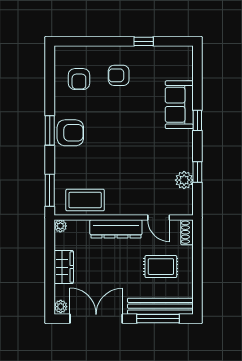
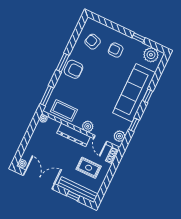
plant: (174, 58) -> (151, 55), added
armchair: (79, 79) -> (93, 42), turned 107
sofa: (179, 105) -> (134, 93), width x1.85, depth x1.27
plant: (184, 180) -> (119, 136), moved
plant: (131, 207) -> (88, 126), added
wardrobe: (64, 267) -> (34, 142), removed
window: (158, 319) -> (73, 196), width x0.46

